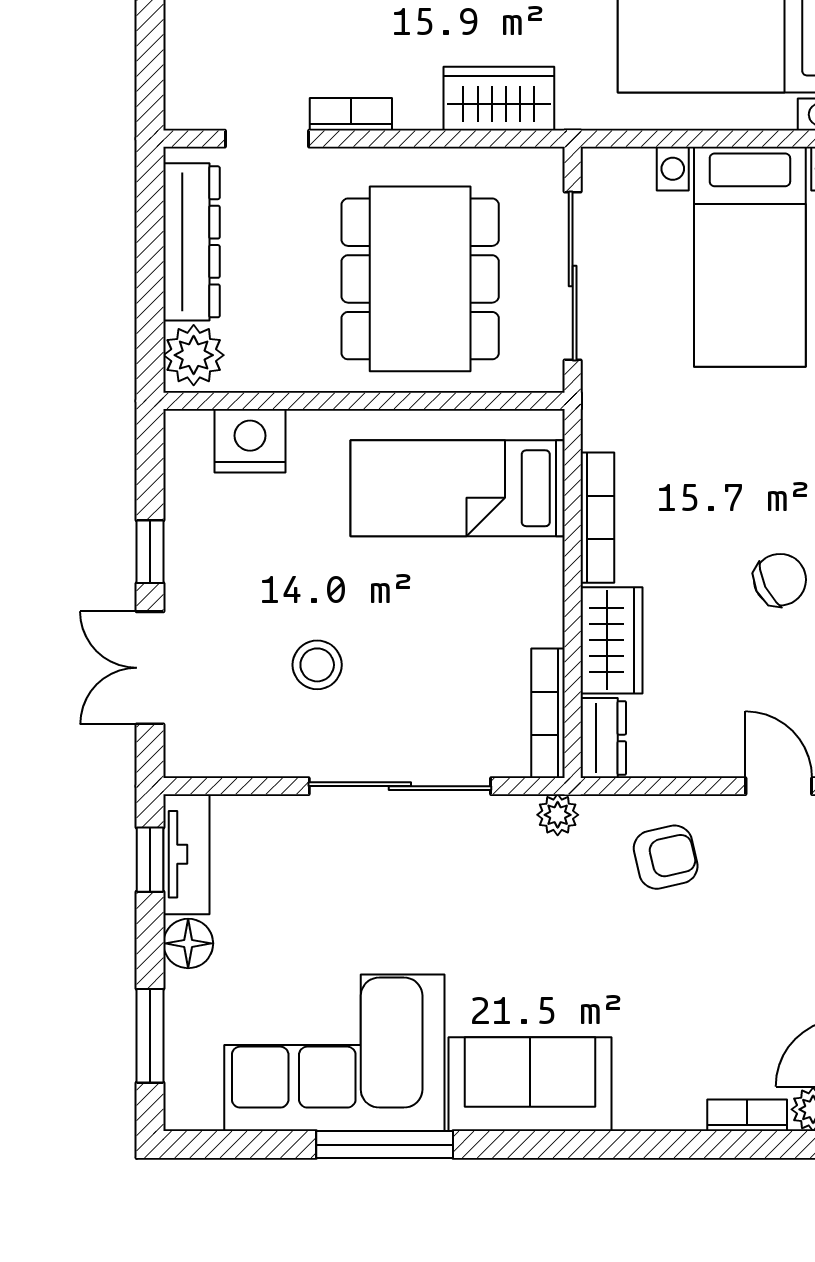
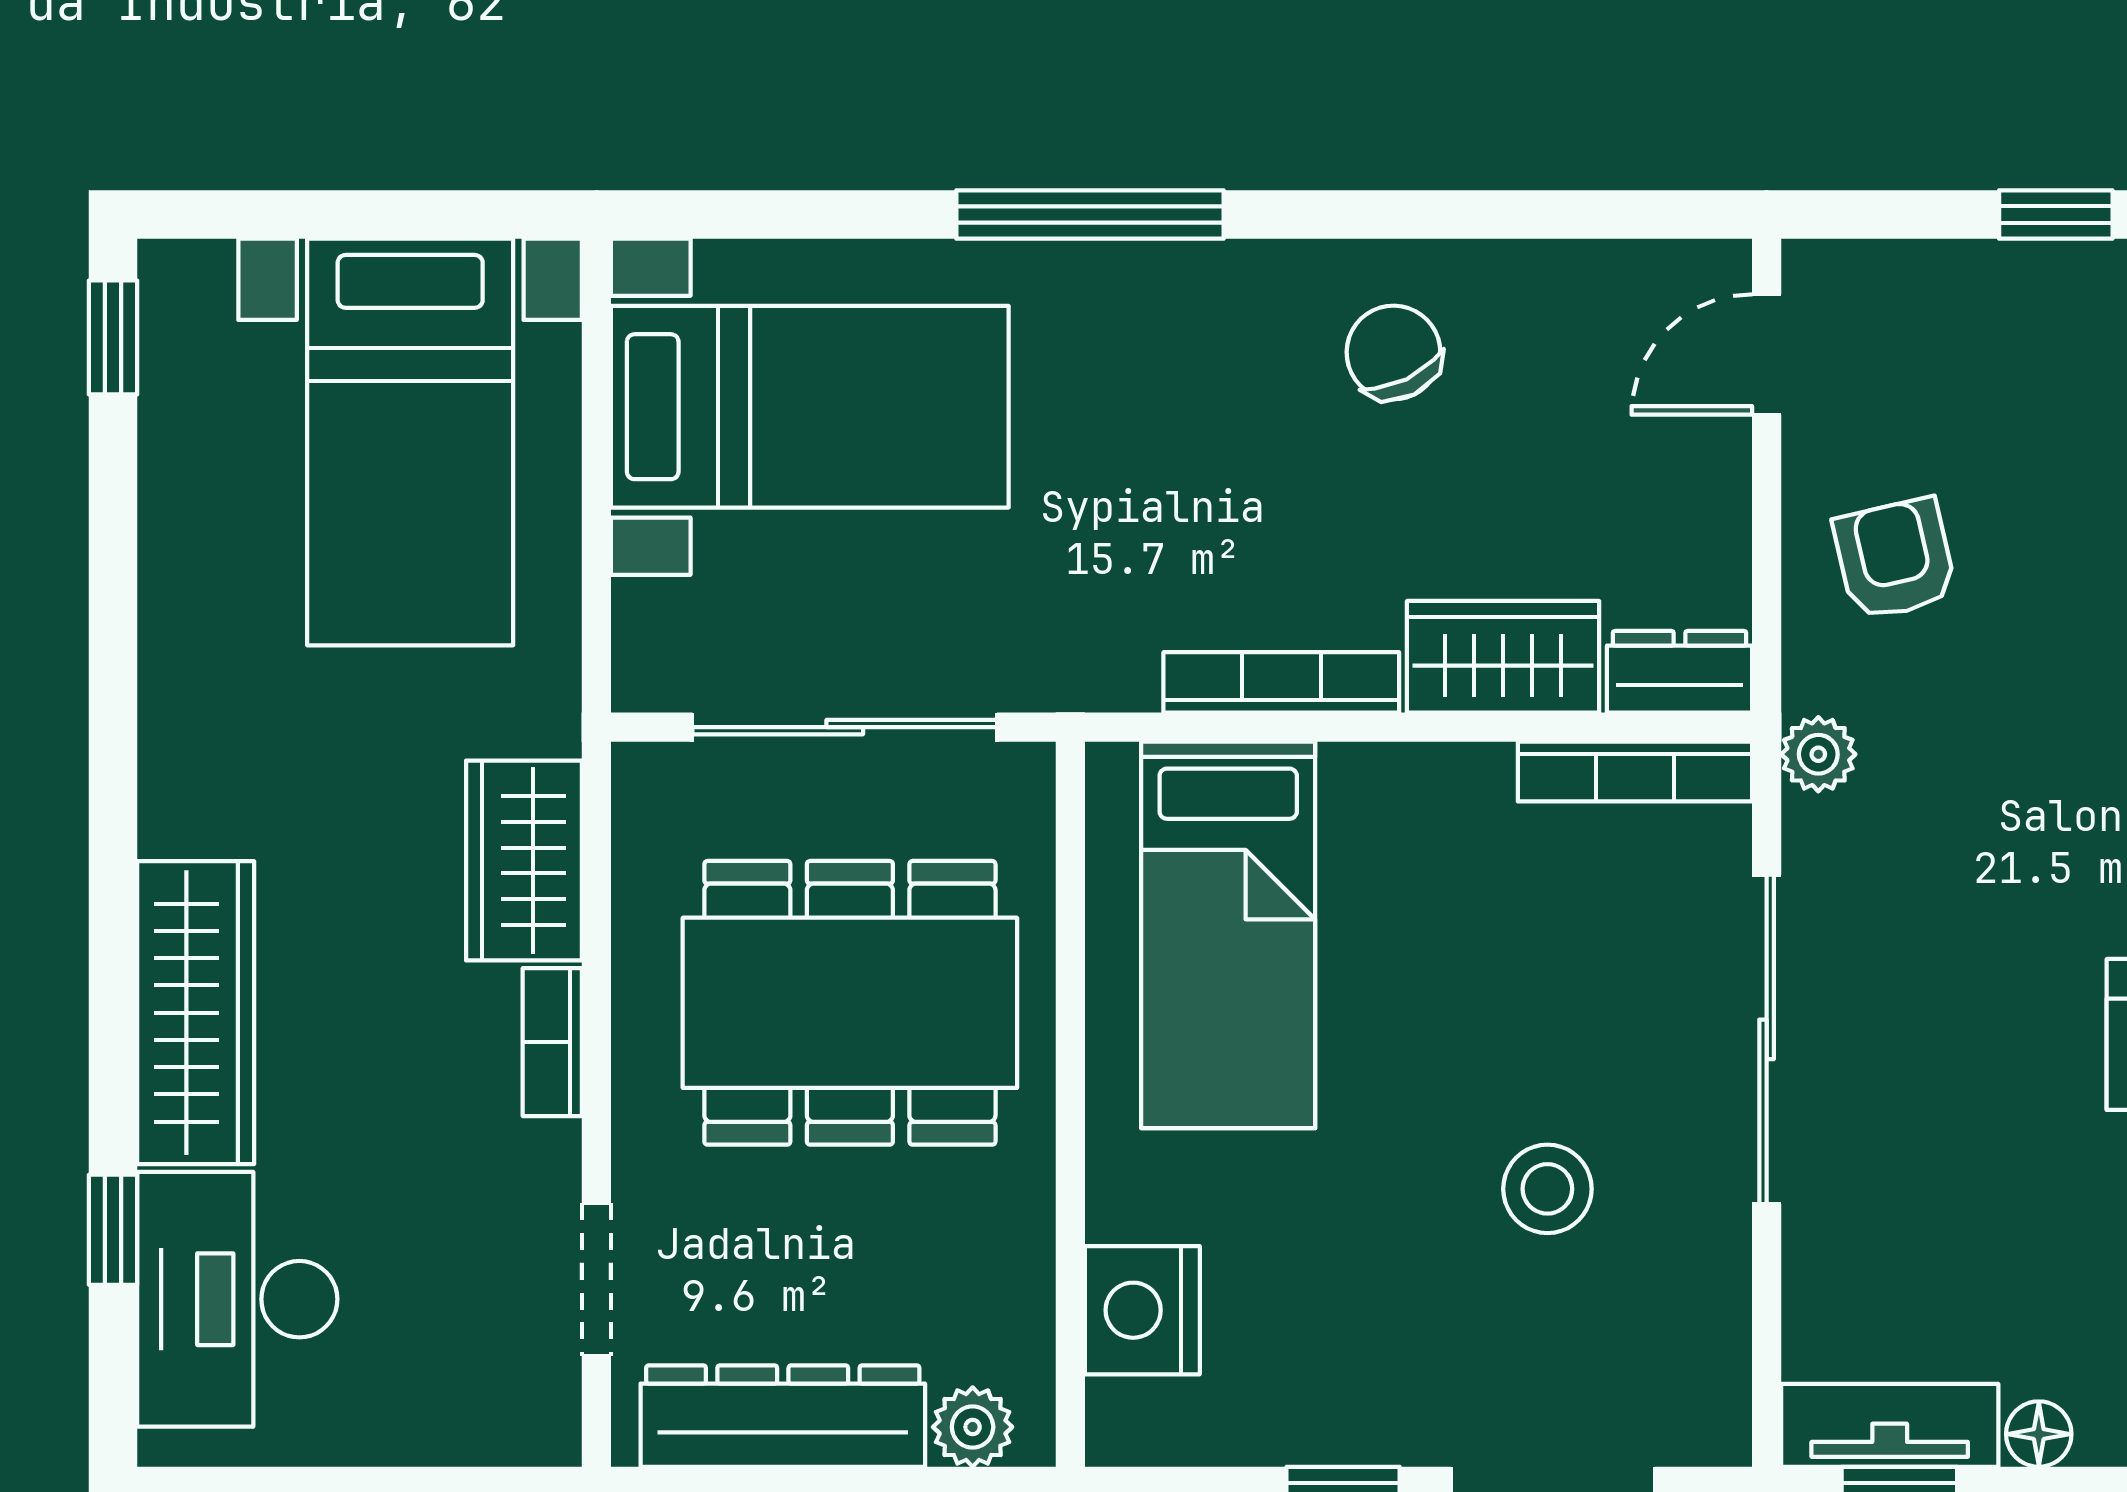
bookcase: (351, 114) -> (552, 1042), moved
plant: (194, 355) -> (973, 1427), width x0.73, depth x0.73
floor lamp: (188, 943) -> (2039, 1434), width x0.73, depth x0.73

